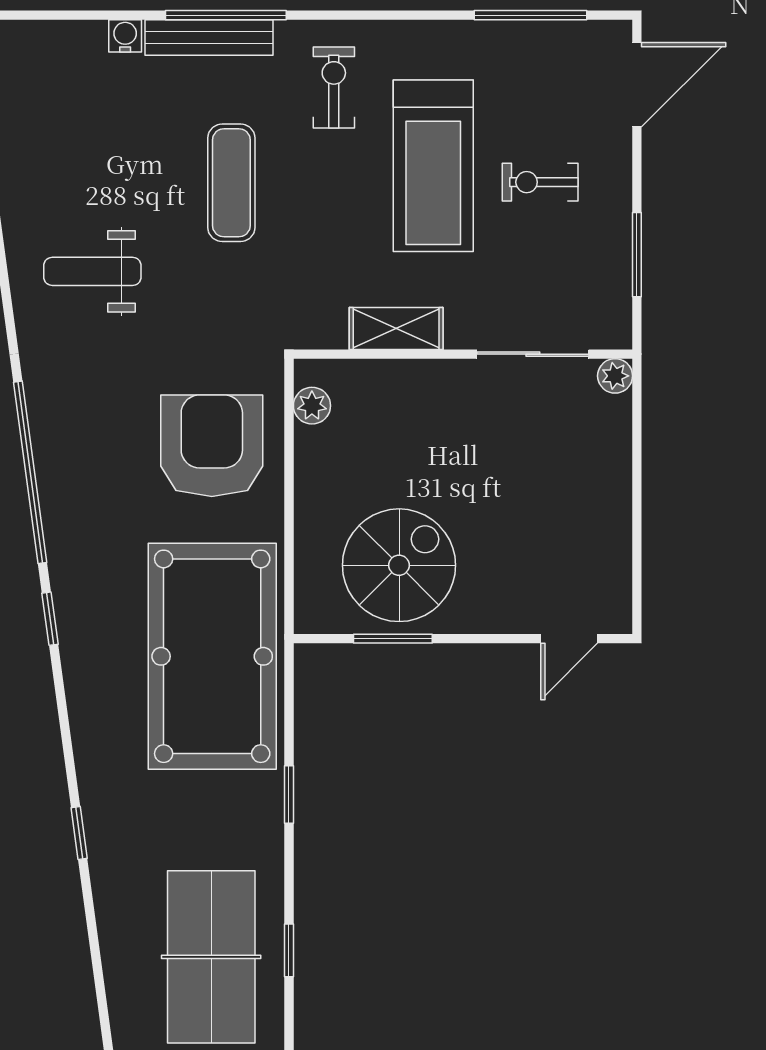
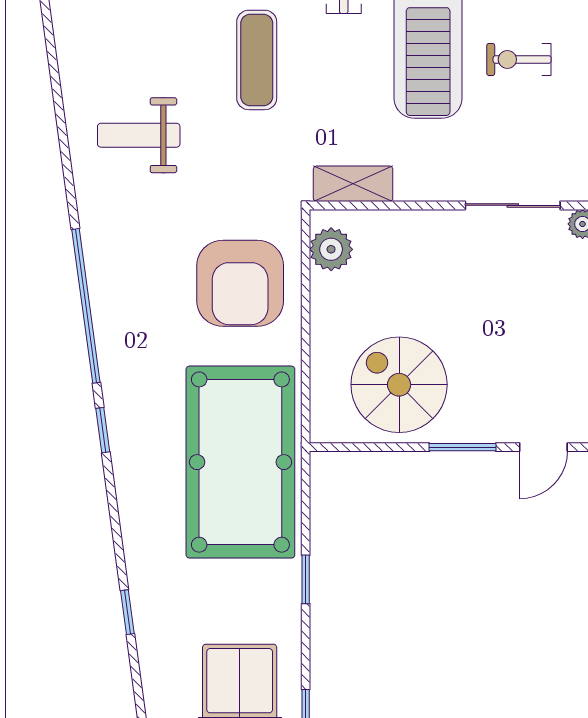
shelving: (396, 328) -> (353, 184), moved
plant: (312, 406) -> (331, 249), width x1.38, depth x1.38
armchair: (212, 446) -> (240, 283), turned 180
spiral stairs: (399, 565) -> (399, 385), turned -90
window: (393, 639) -> (463, 447), moved

